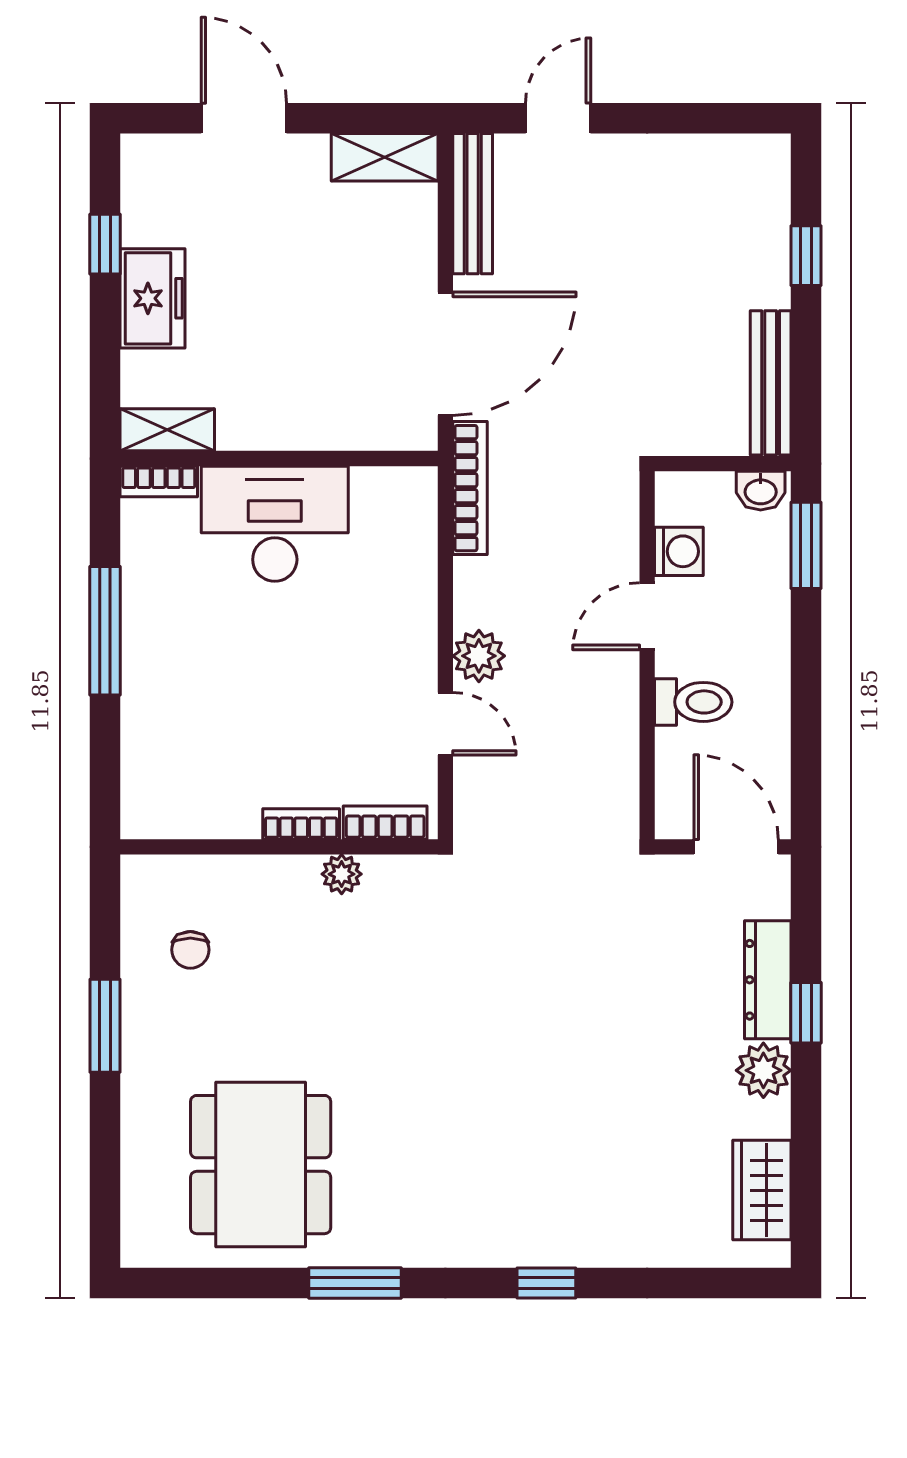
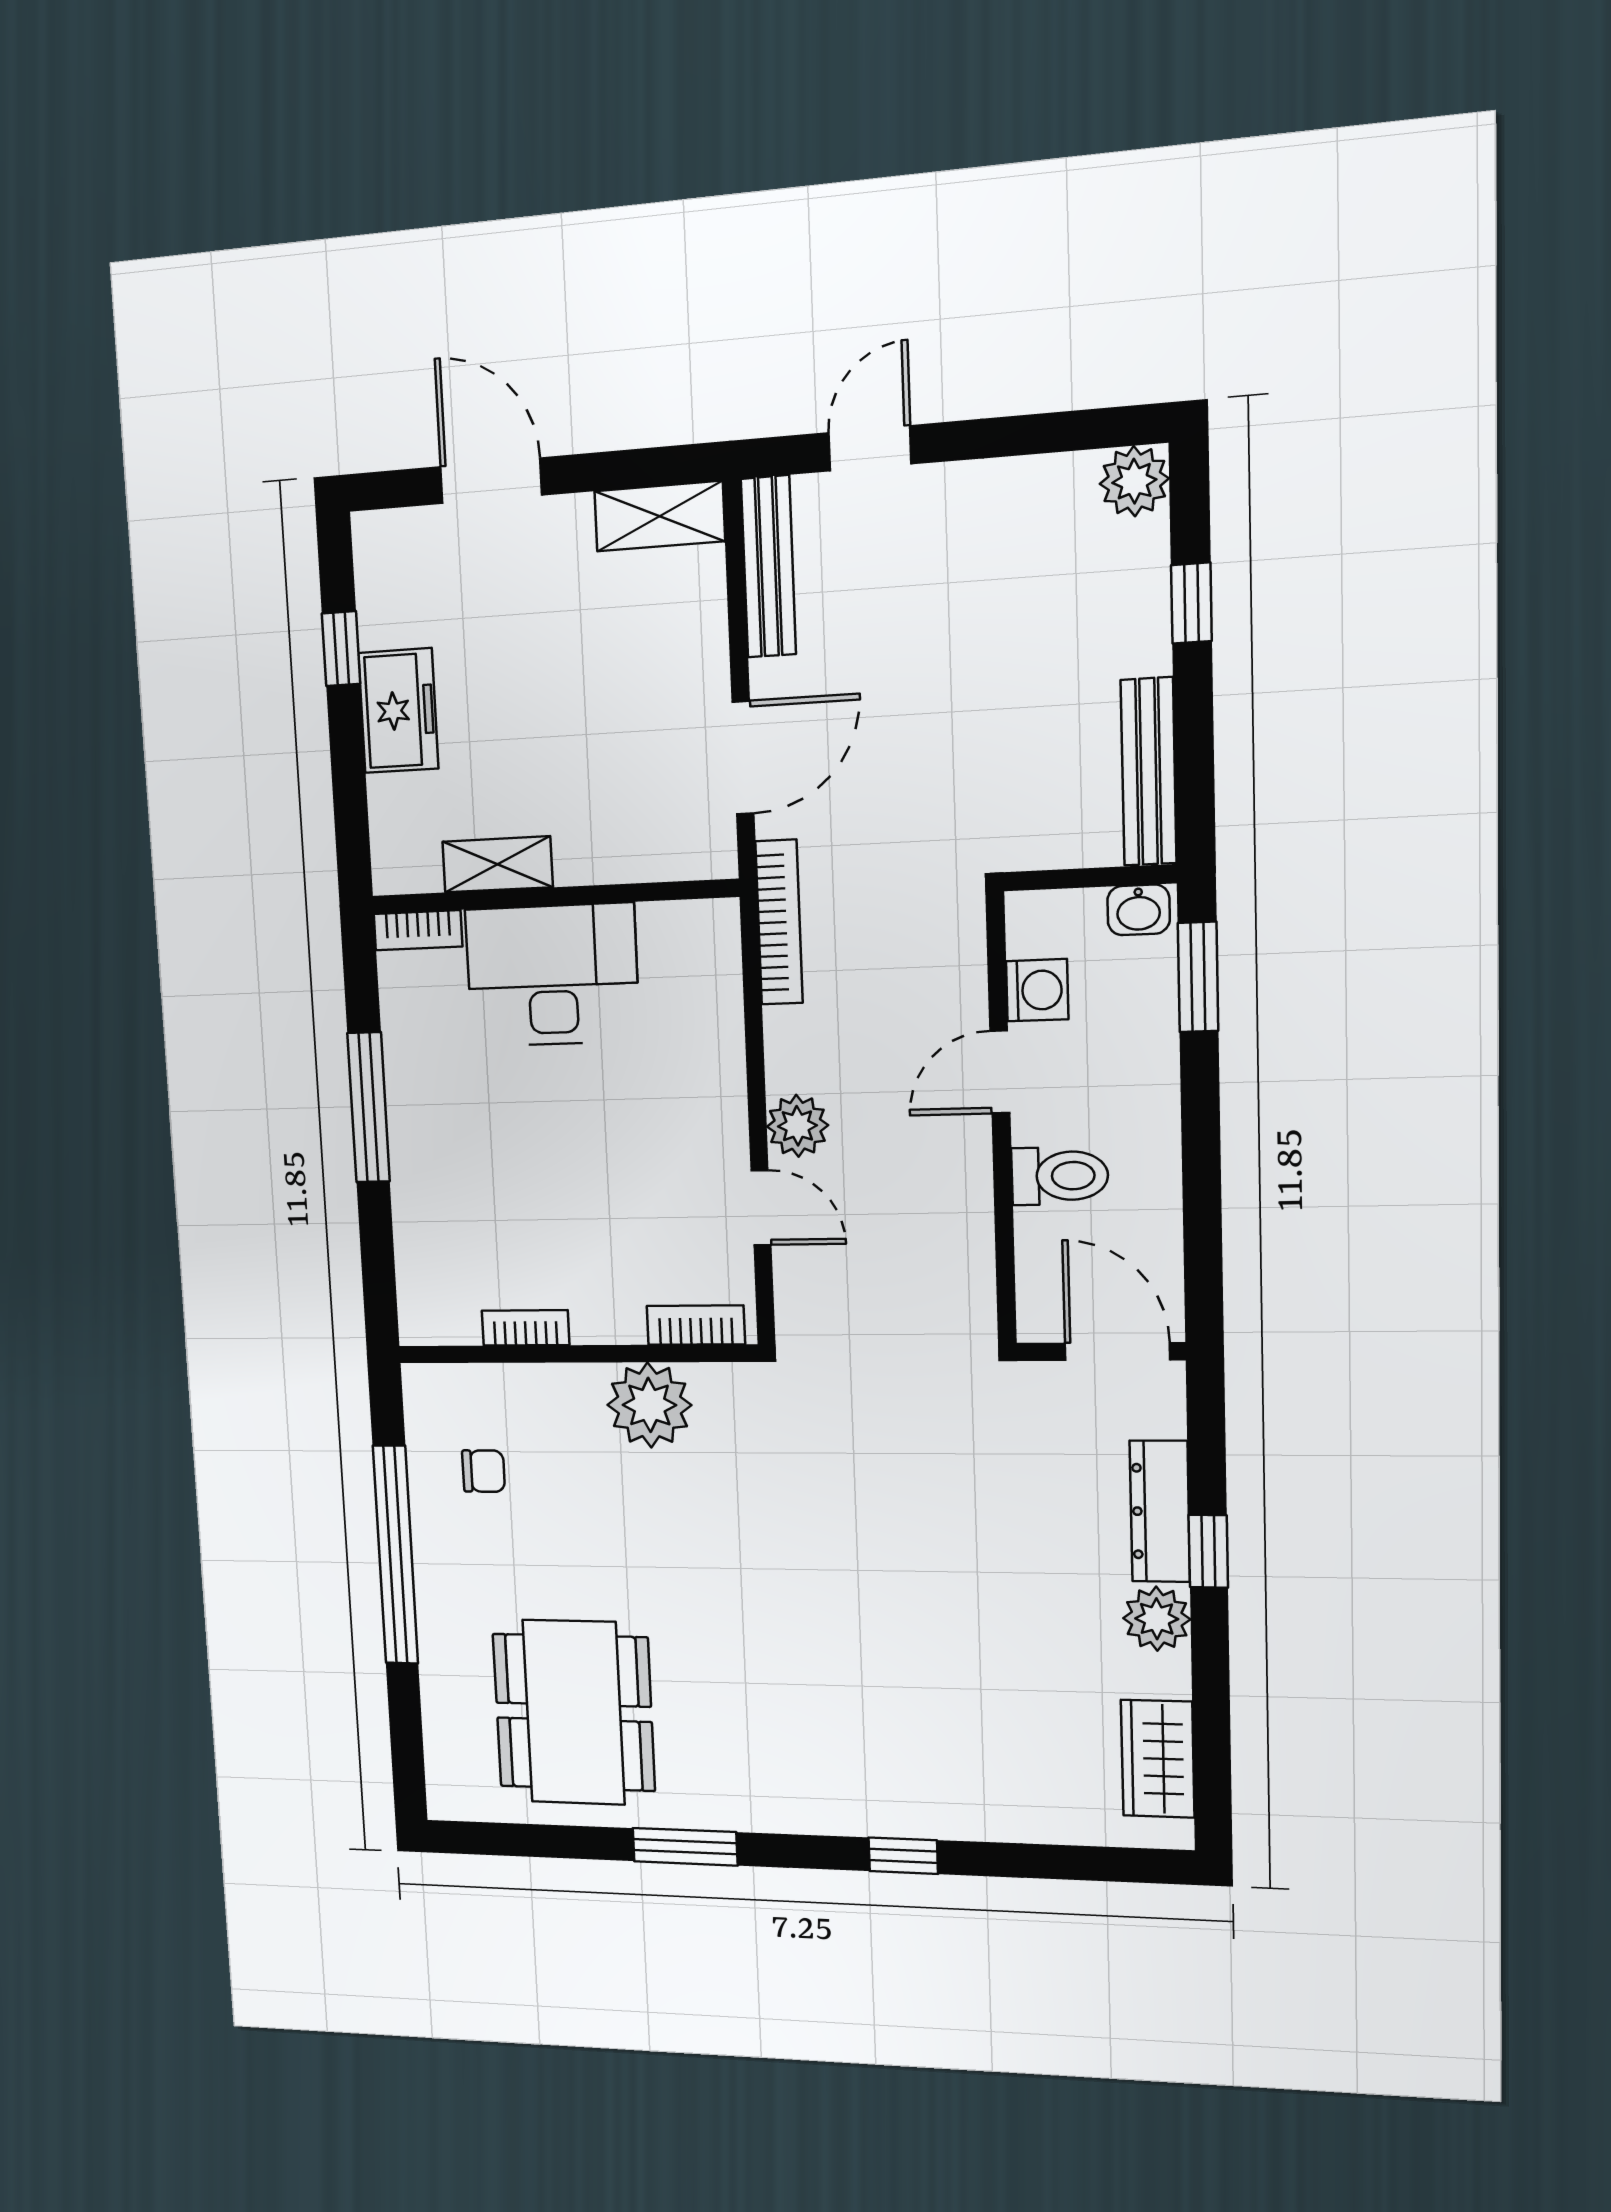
plant: (764, 160) -> (1134, 481), added
door: (445, 354) -> (743, 758), width x0.73
shelving: (167, 430) -> (497, 864), moved
bookcase: (301, 824) -> (525, 1328), moved
plant: (342, 874) -> (649, 1405), width x1.88, depth x1.88
chair: (190, 950) -> (484, 1471), turned -90
window: (105, 1026) -> (395, 1555), width x2.11

